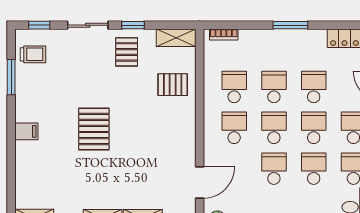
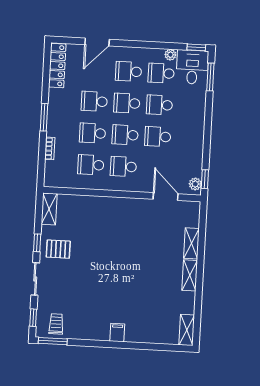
bookcase: (224, 35) -> (50, 148), moved
window: (11, 77) -> (53, 341), moved
pallet: (173, 85) -> (86, 214), removed
pallet: (94, 129) -> (118, 279), removed

